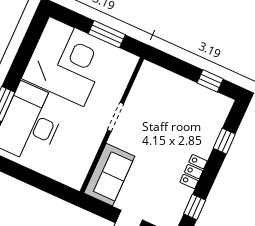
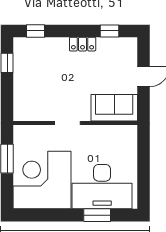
window: (224, 141) -> (35, 31), moved

